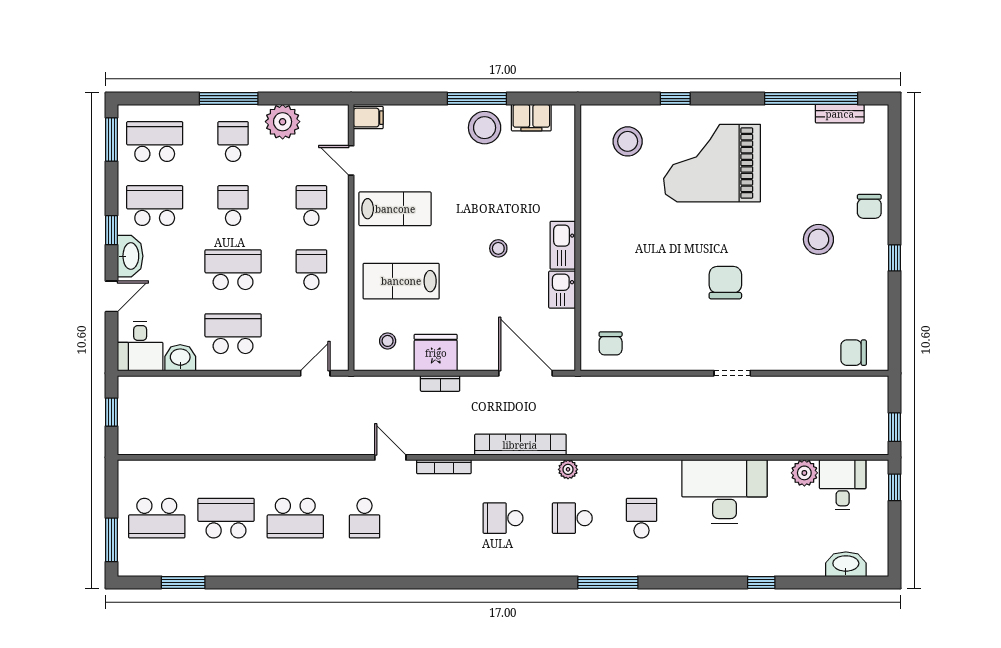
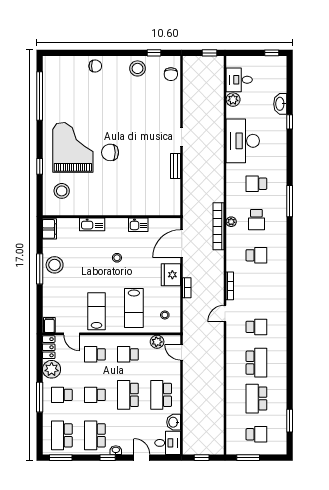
bench: (840, 114) -> (175, 166), moved
locker: (325, 116) -> (49, 347), added
filing cabinet: (531, 118) -> (49, 229), moved
door: (351, 160) -> (72, 334), hinge flipped
grand piano: (712, 163) -> (73, 147), turned 180
stool: (818, 239) -> (137, 68), moved
kitchen sink: (563, 245) -> (92, 224), moved
washbasin: (130, 256) -> (116, 450), width x0.52, depth x0.69
window: (895, 258) -> (154, 53), moved
chair: (725, 283) -> (110, 152), moved
plant: (336, 326) -> (157, 342), added
chair: (611, 343) -> (166, 200), removed
fridge: (436, 353) -> (171, 275), moved
bookcase: (520, 445) -> (218, 226), moved
window: (895, 487) -> (272, 53), moved
school desk: (157, 518) -> (256, 434), width x0.54
school desk: (503, 518) -> (256, 255), turned -90
window: (111, 540) -> (248, 458), moved
washbasin: (846, 564) -> (280, 104), moved

